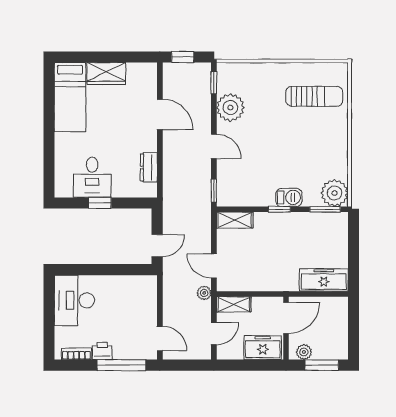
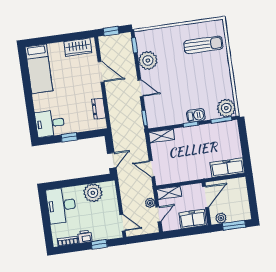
wardrobe: (106, 74) -> (78, 47), moved
desk: (92, 177) -> (50, 123), moved, turned 90
plant: (123, 289) -> (93, 193), added
plant: (204, 293) -> (150, 203), moved
window: (121, 365) -> (99, 244), width x0.46

